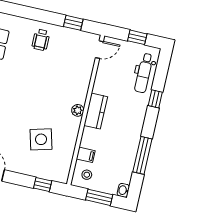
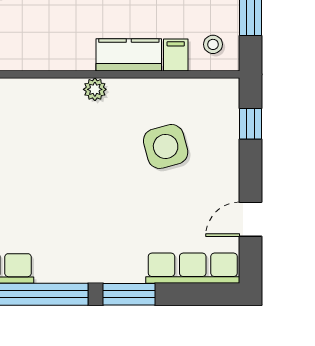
kitchen counter: (96, 111) -> (129, 55), moved

